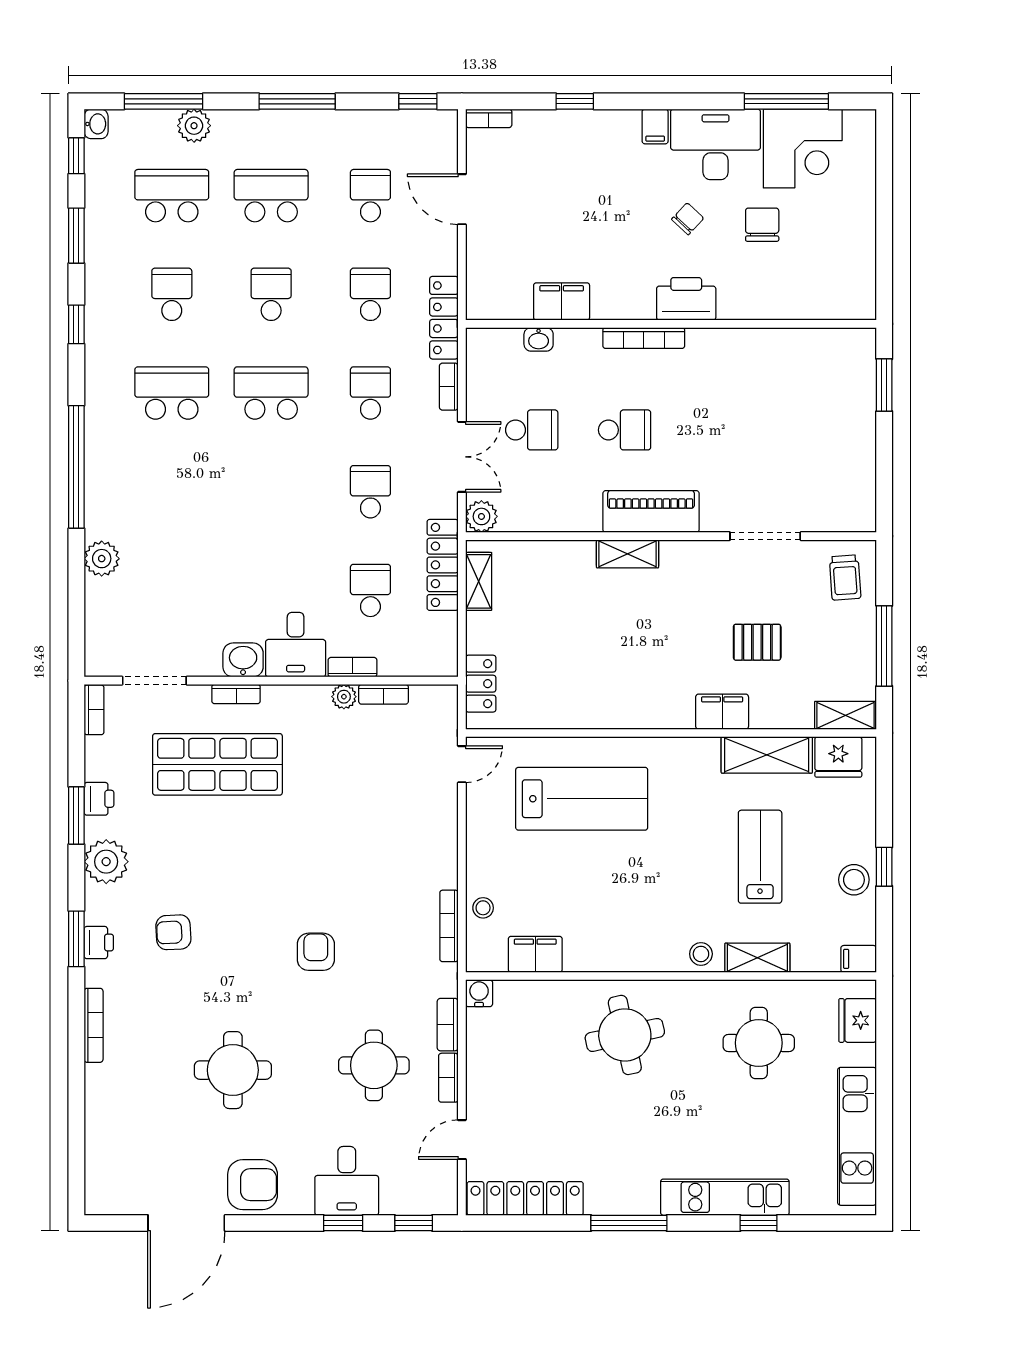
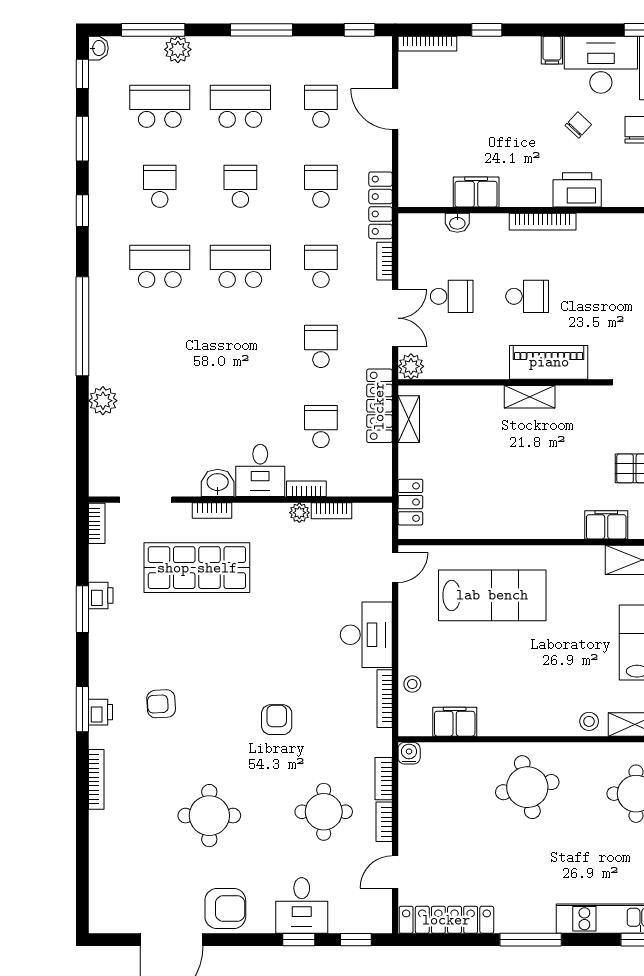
bookcase: (489, 118) -> (427, 44), width x1.56
desk: (426, 847) -> (366, 635), added
plant: (106, 862) -> (107, 646), removed

